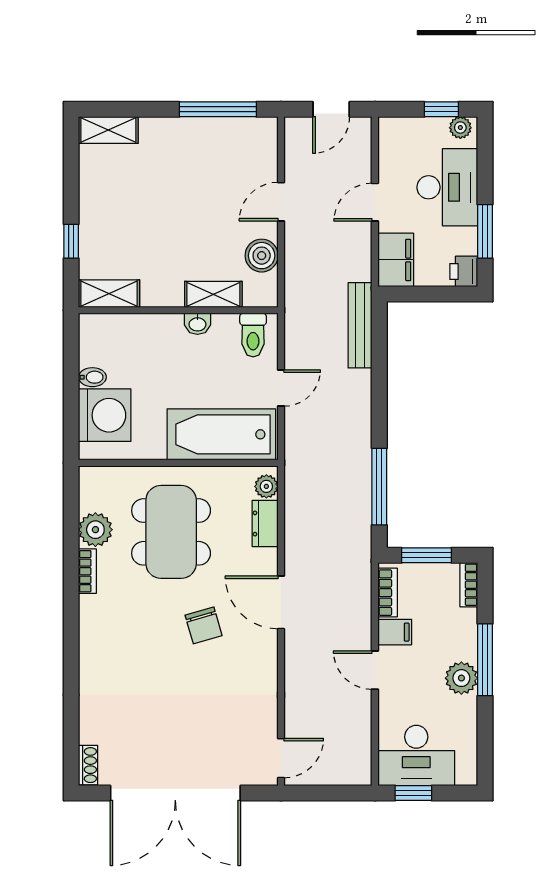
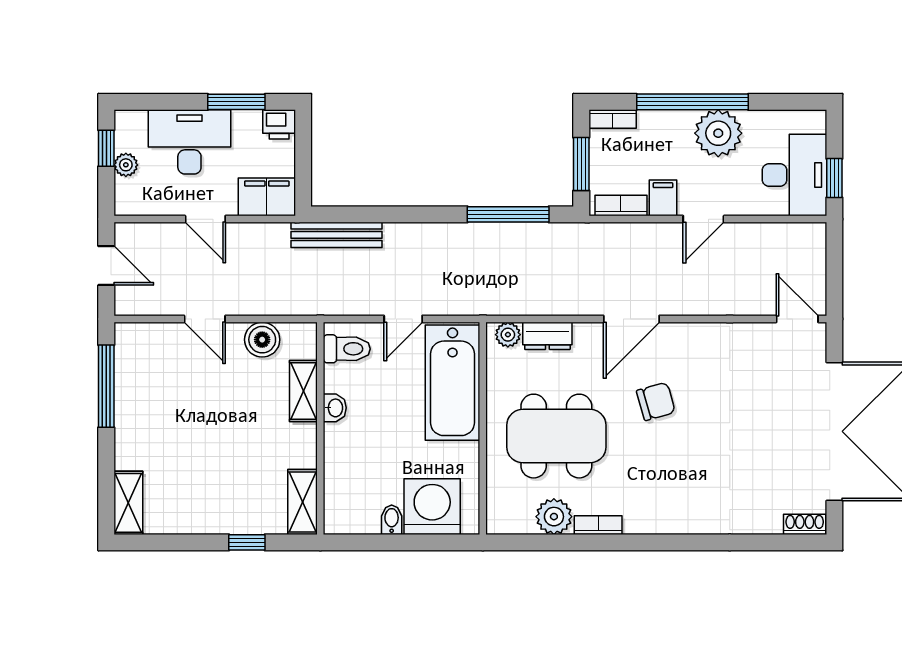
plant: (460, 128) -> (126, 165), moved
door: (281, 388) -> (403, 319), swing flipped
window: (485, 660) -> (692, 102), width x1.46
plant: (461, 678) -> (718, 133), width x1.36, depth x1.36

